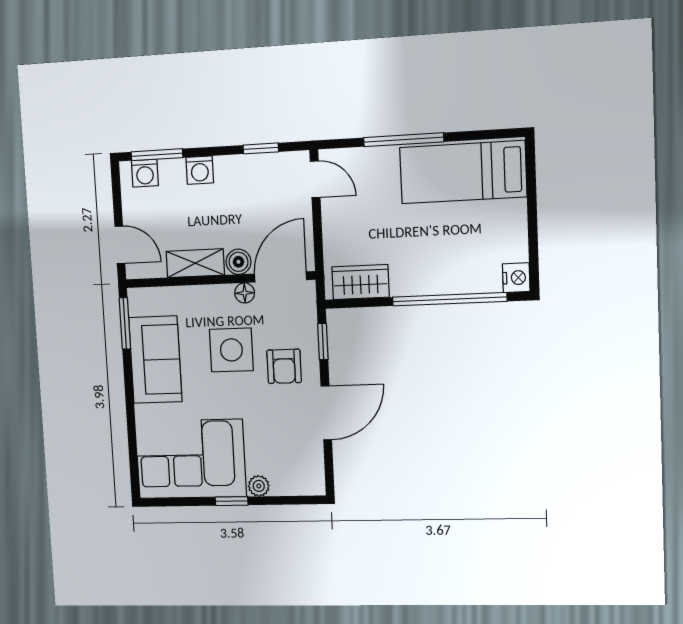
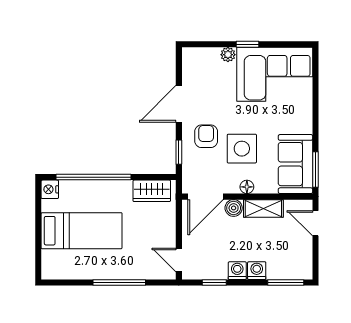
bed: (463, 172) -> (82, 231), moved
washing machine: (145, 173) -> (237, 271), moved
floor lamp: (245, 293) -> (247, 187), moved
sofa: (155, 360) -> (295, 164), moved

